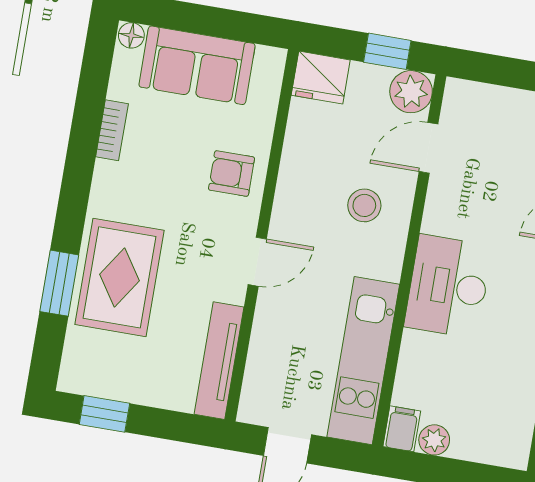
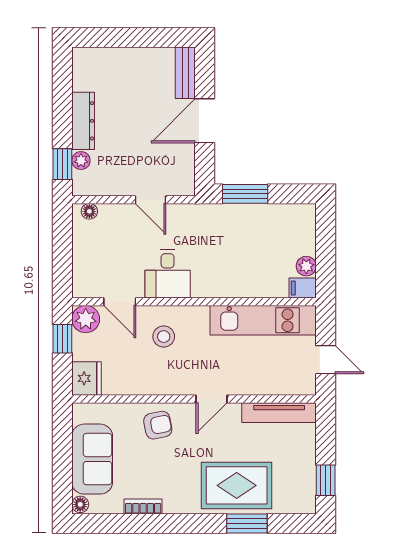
armchair: (232, 174) -> (158, 425), turned -101
door: (257, 262) -> (211, 399), swing flipped
desk: (448, 286) -> (168, 274), moved, width x0.73

